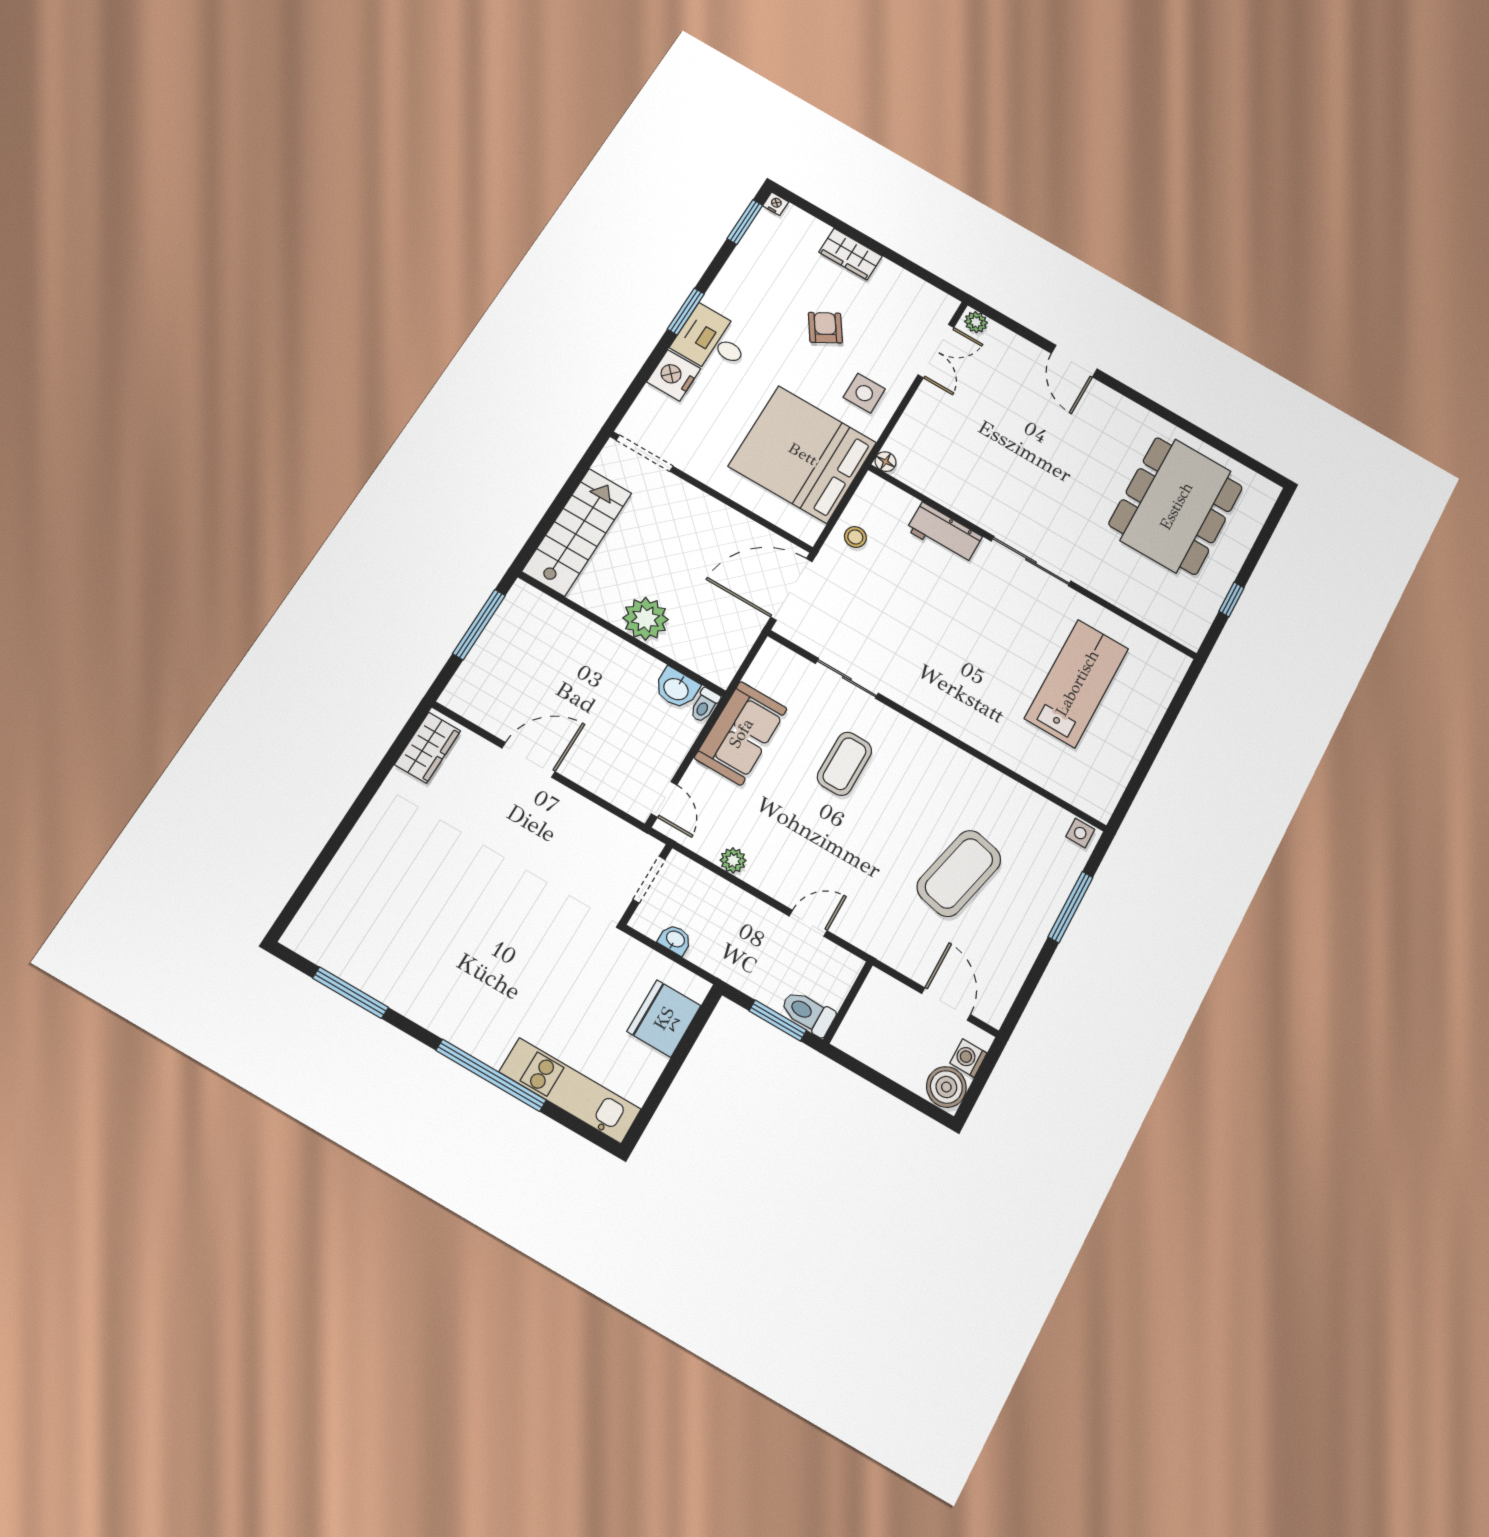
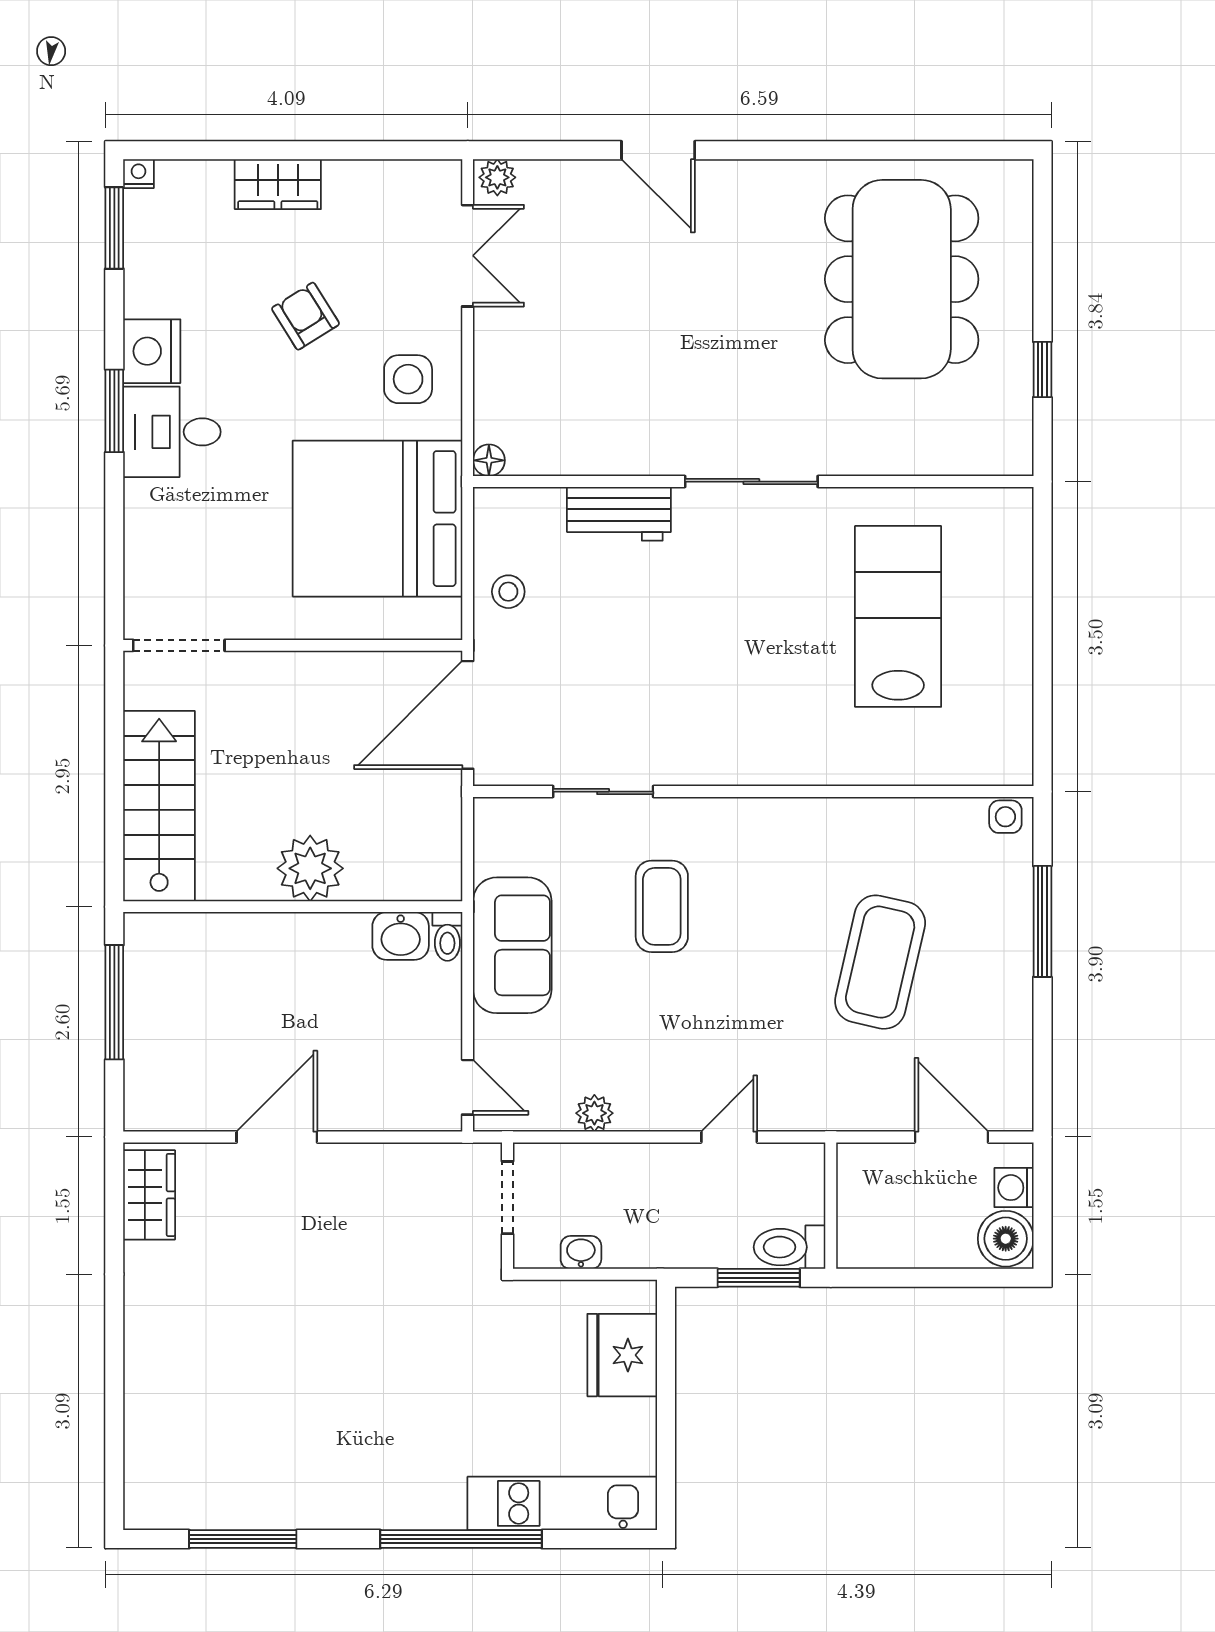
nightstand: (674, 375) -> (152, 351), moved

